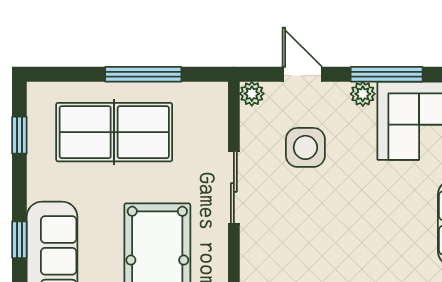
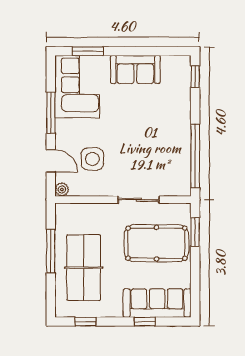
door: (302, 74) -> (51, 161), swing flipped
plant: (363, 94) -> (62, 126), removed
sliding door: (234, 187) -> (139, 200), moved

